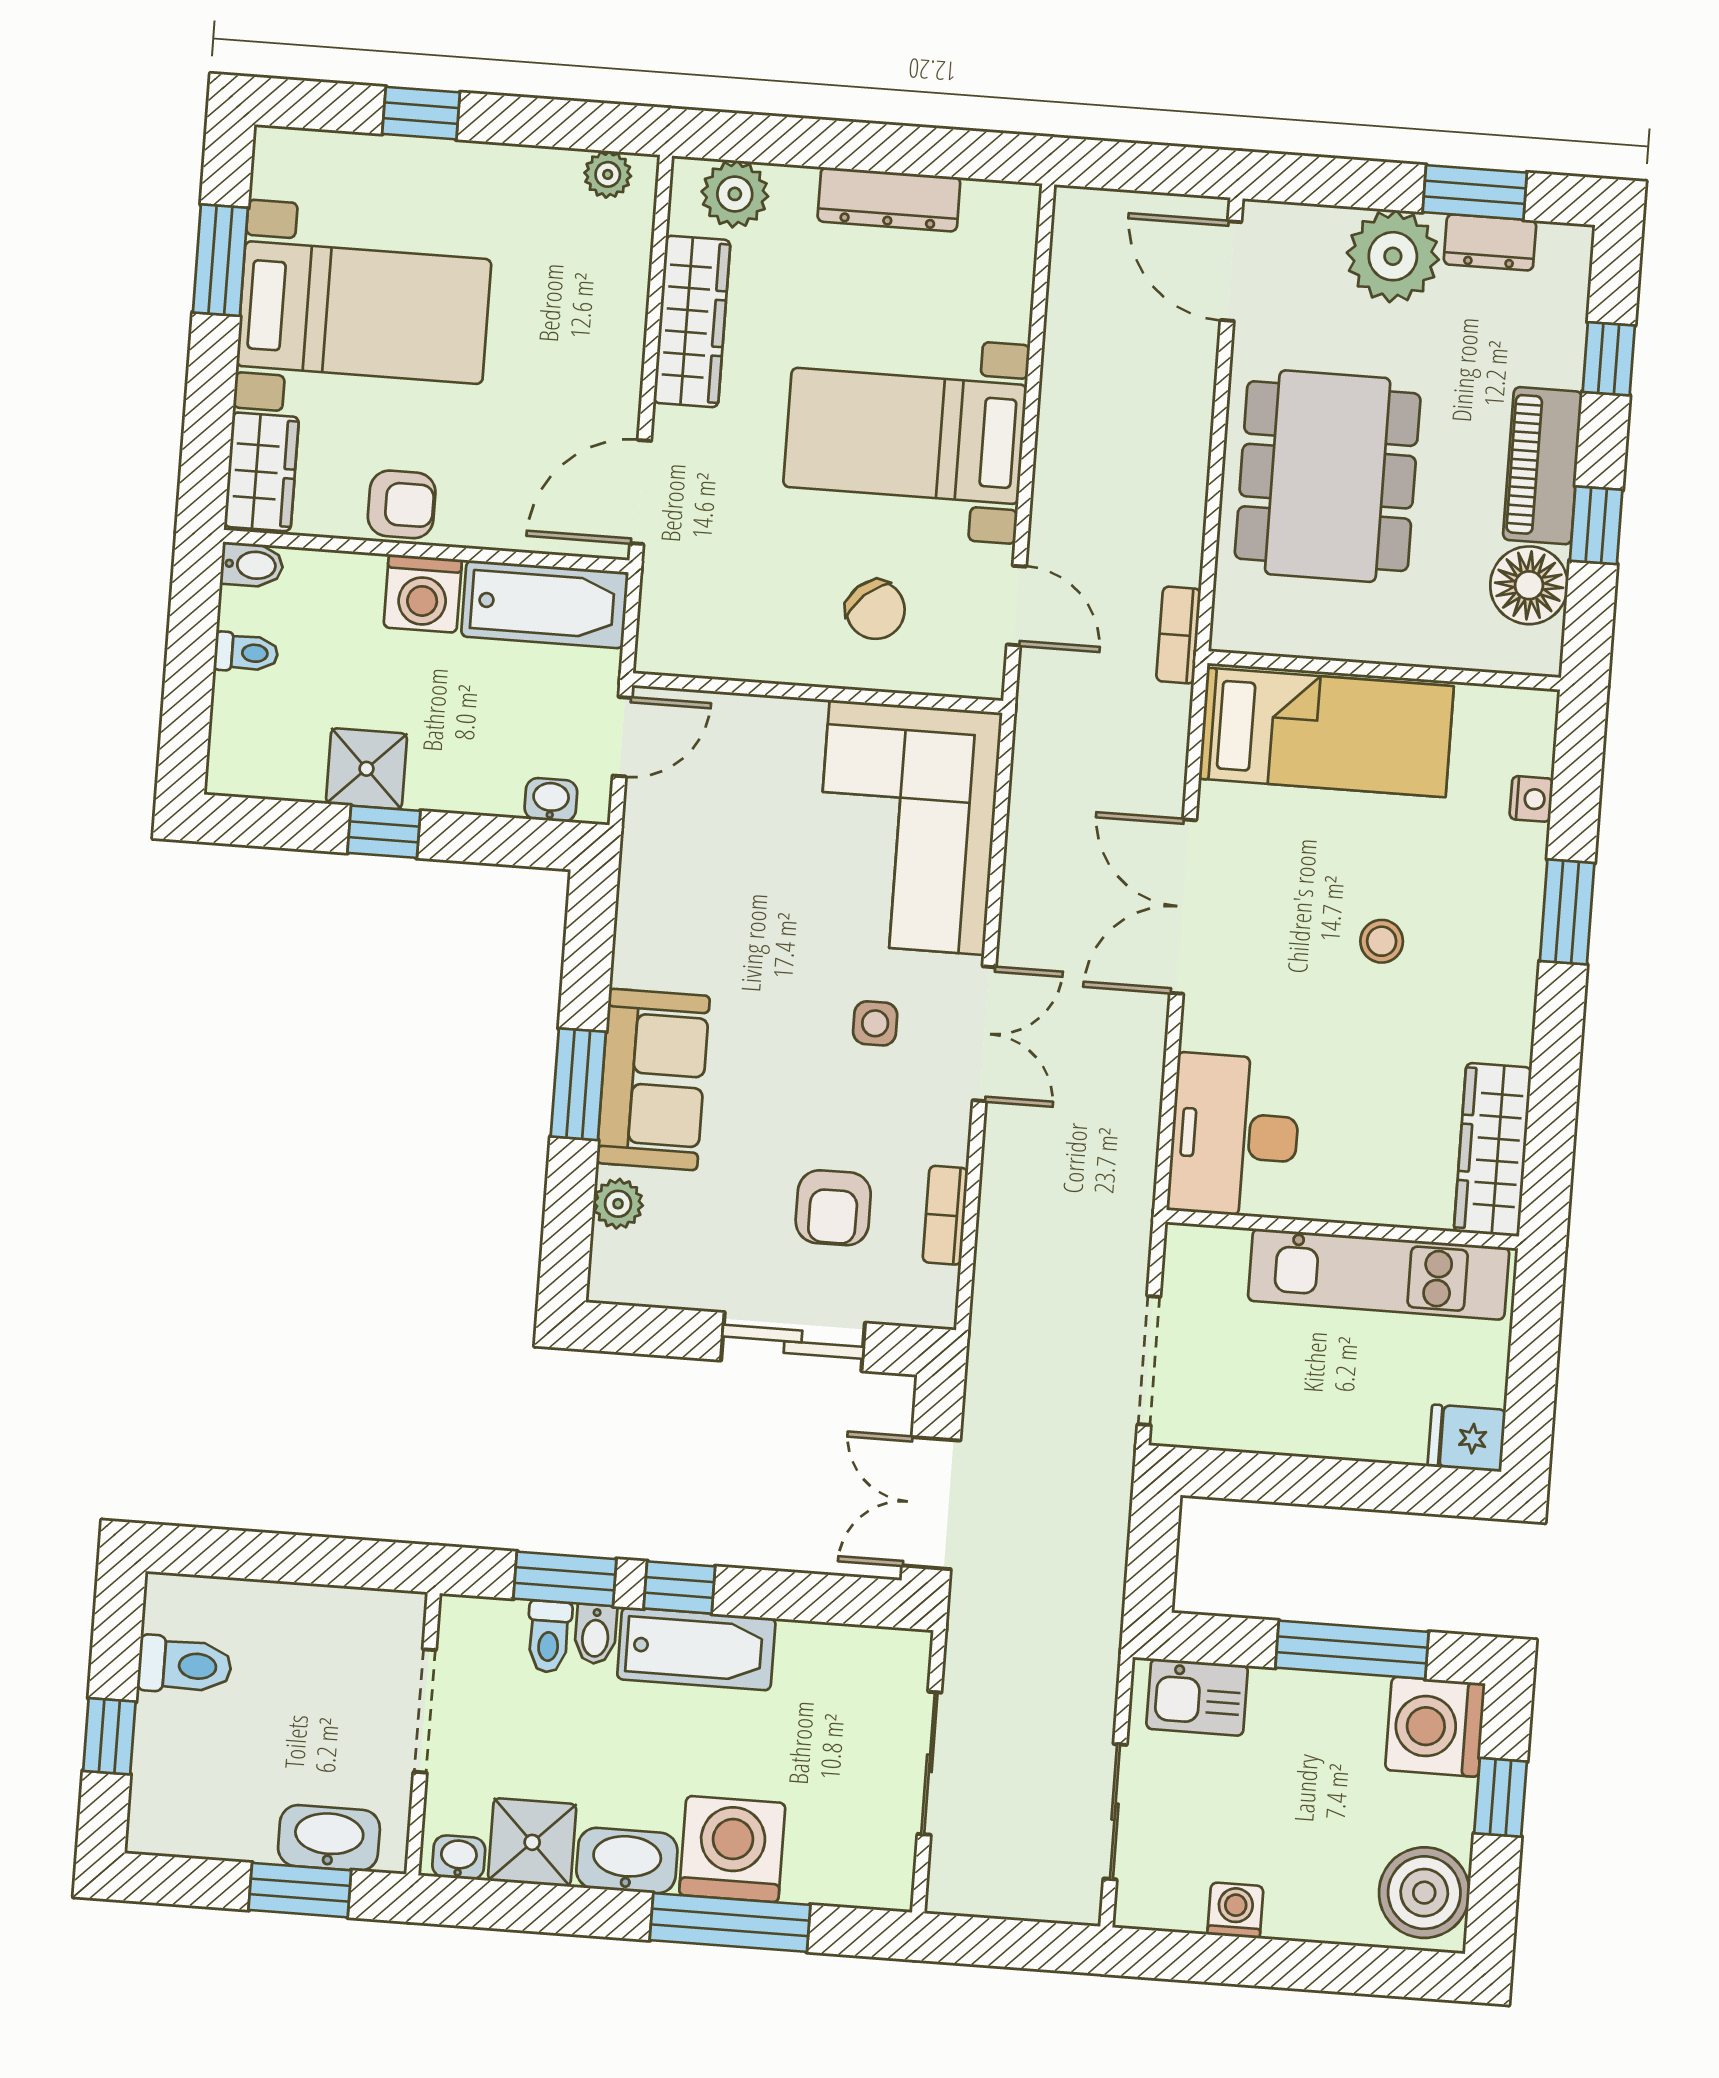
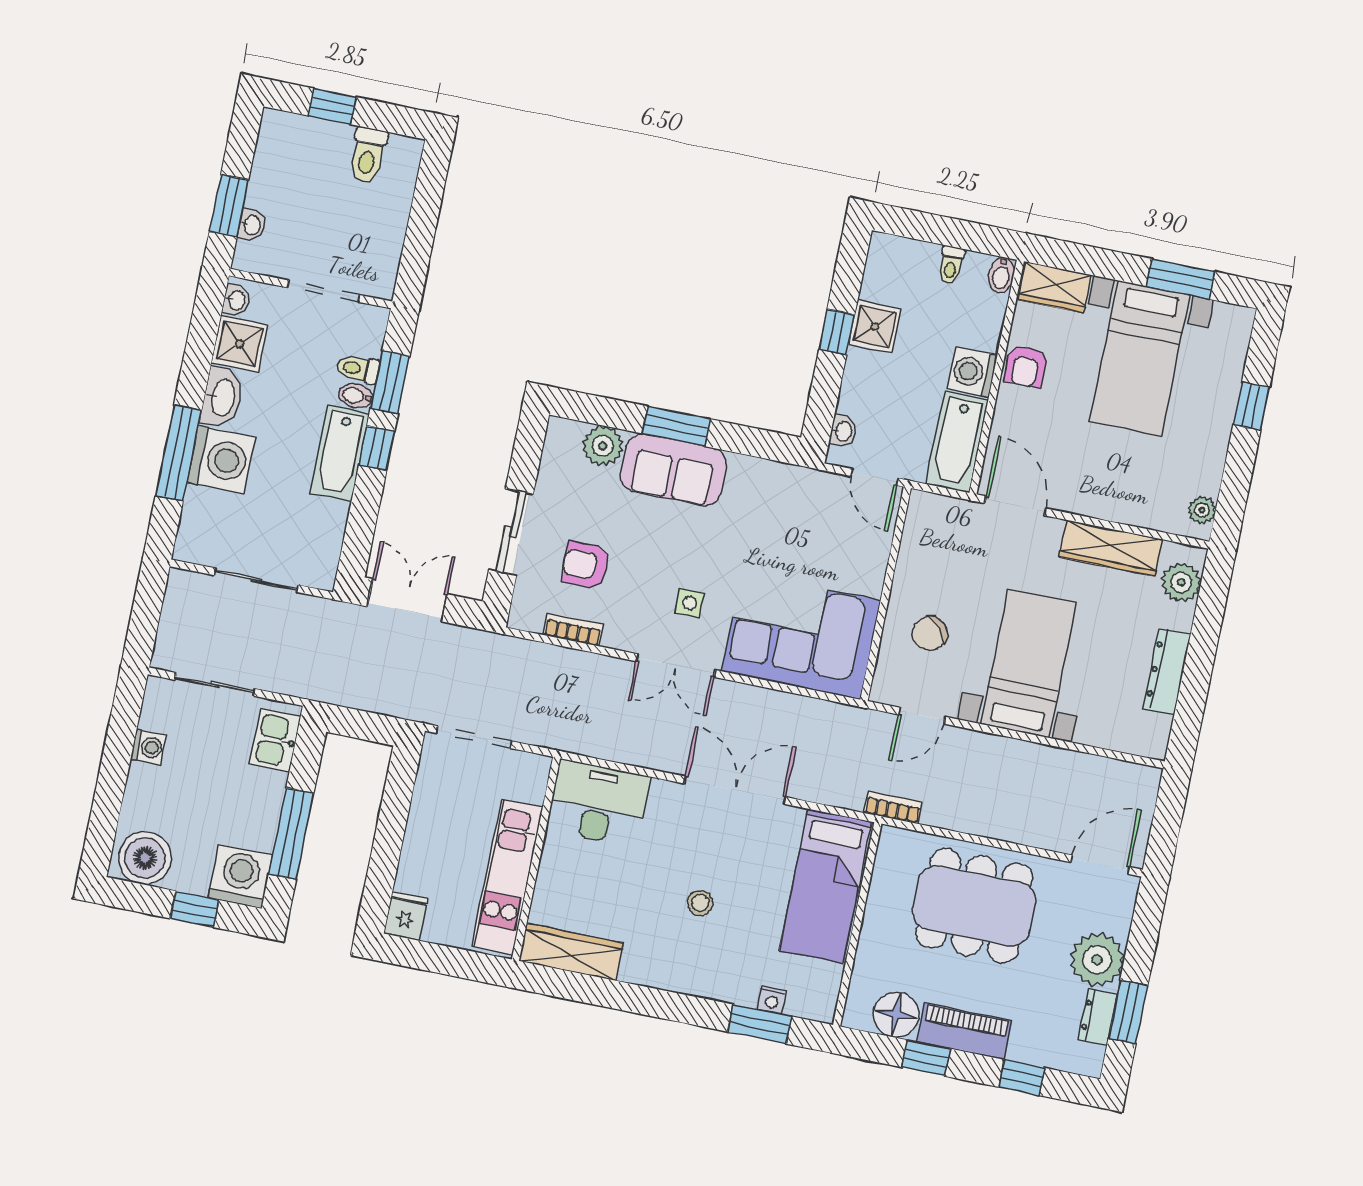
window: (1567, 912) -> (760, 1024), moved
plant: (618, 1204) -> (603, 446), width x1.38, depth x1.38
washbasin: (329, 1838) -> (252, 225), width x0.52, depth x0.69

